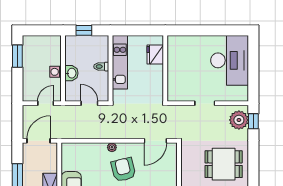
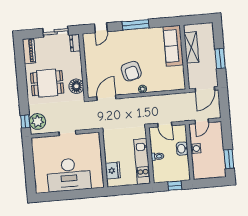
desk: (230, 60) -> (69, 175), moved, turned -90
floor lamp: (190, 157) -> (76, 86), added

